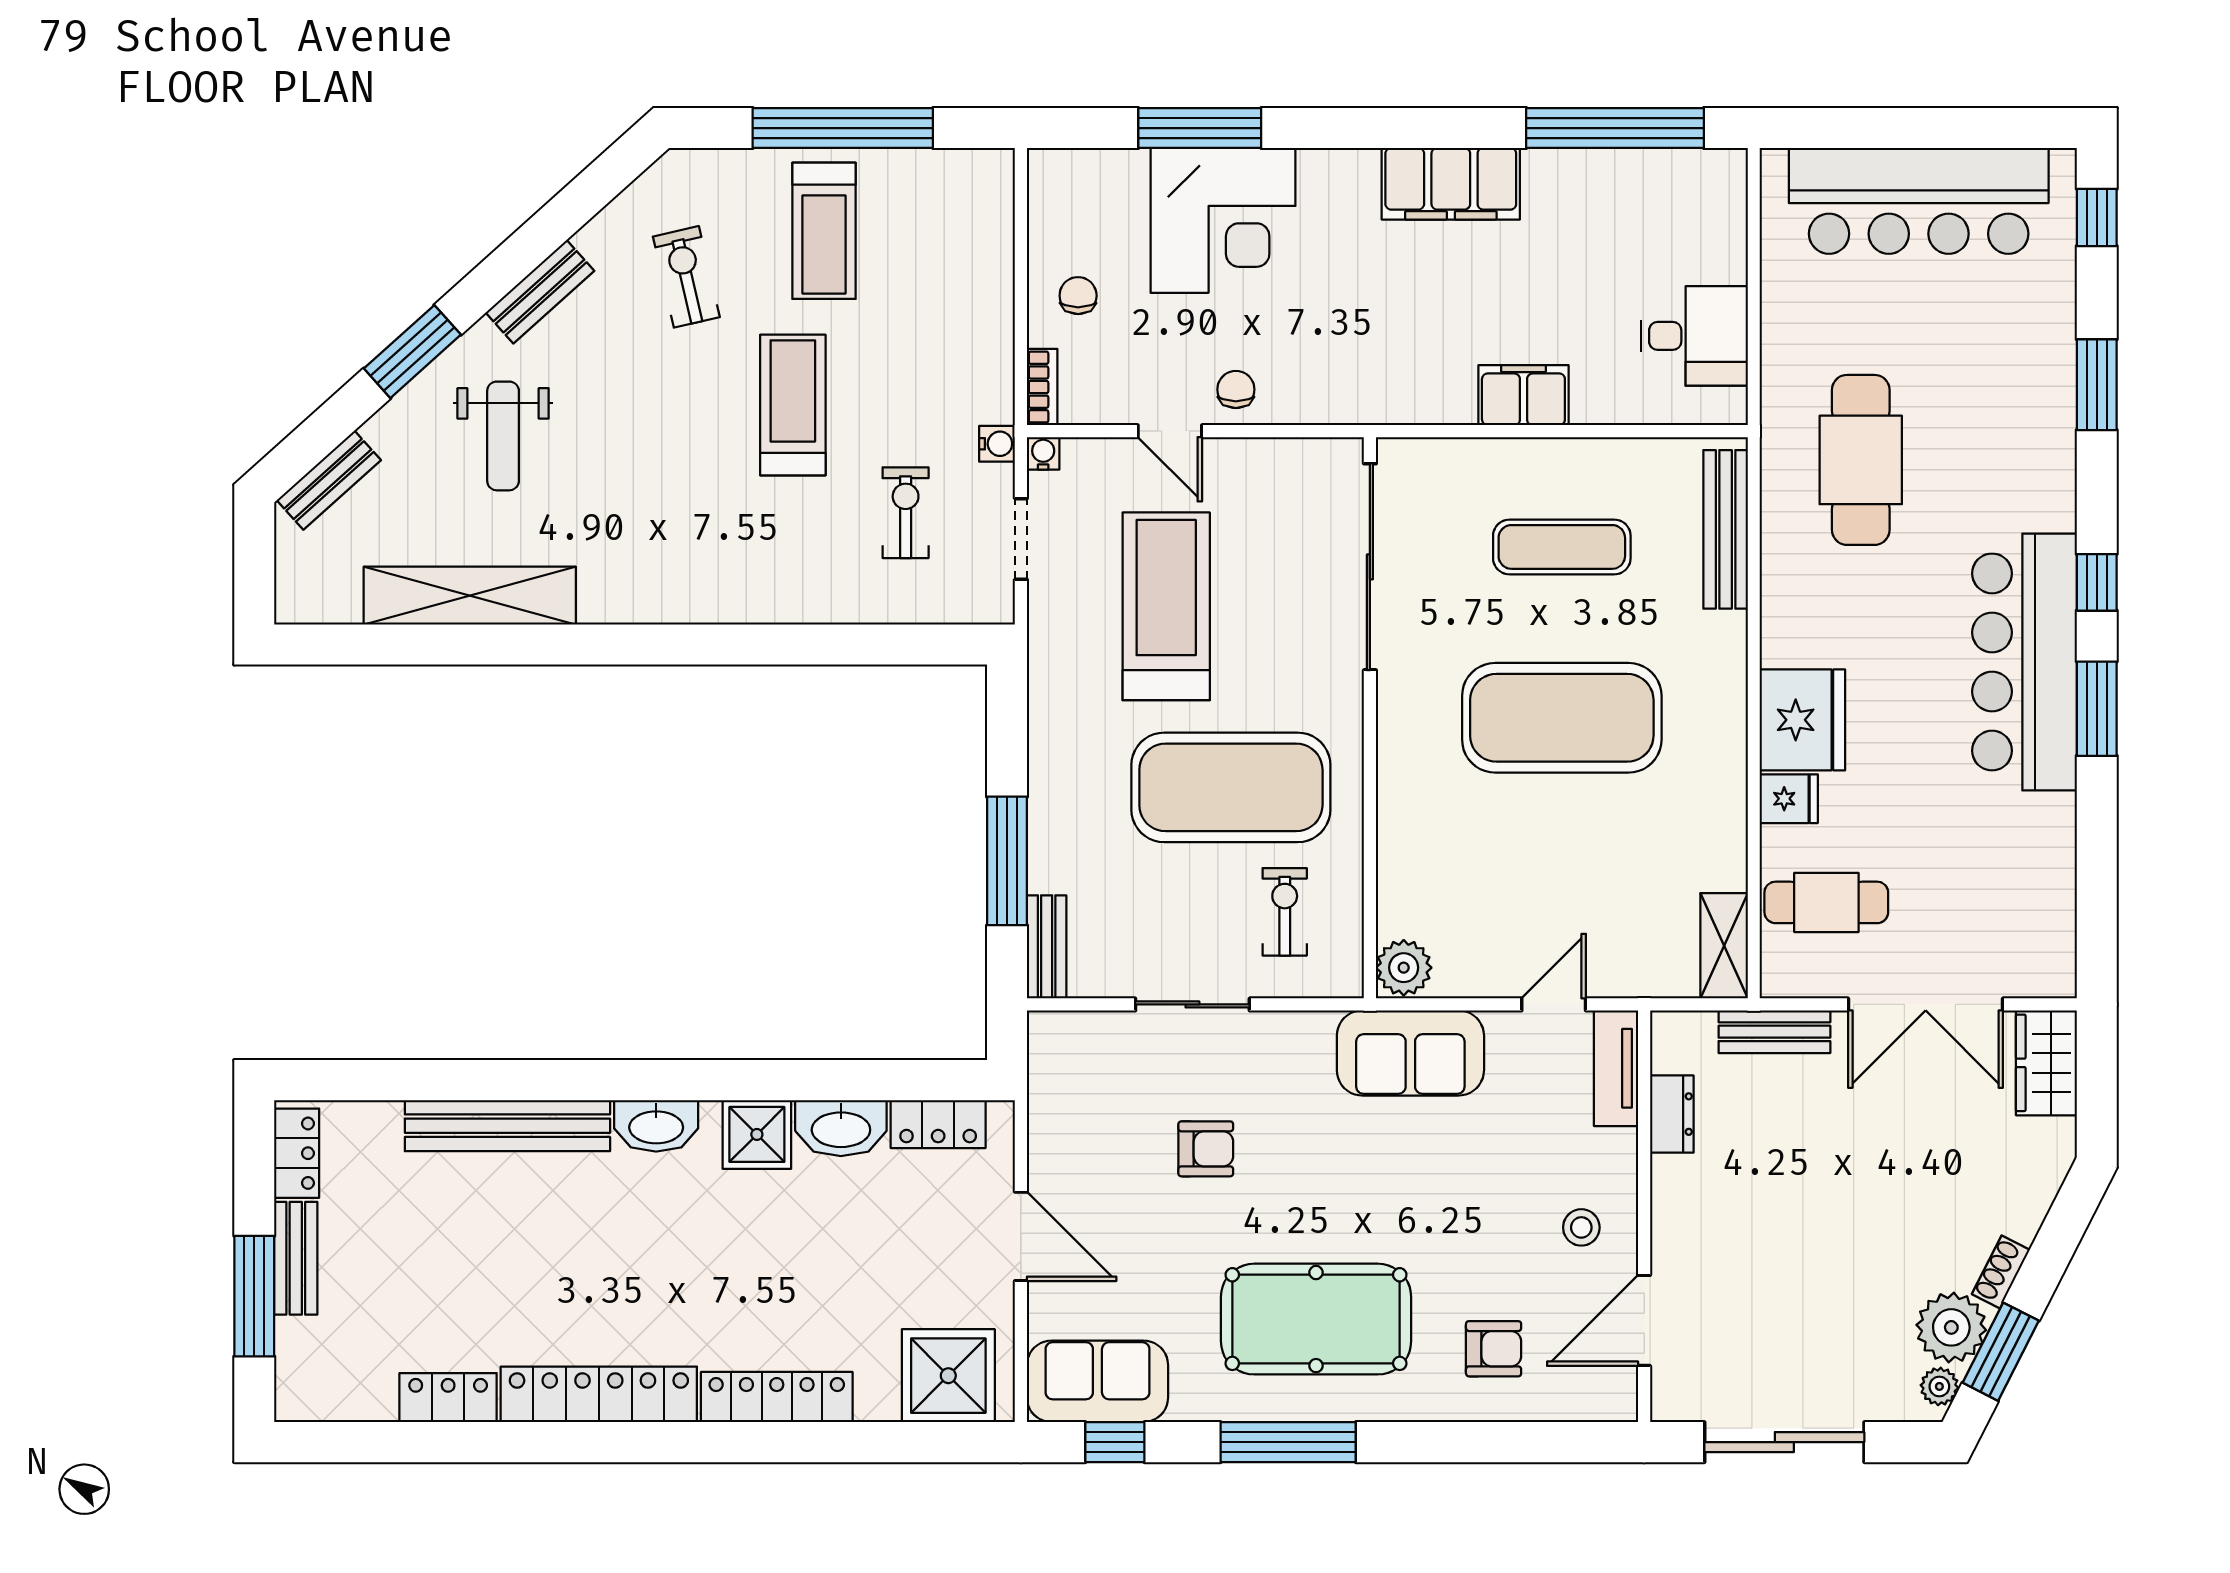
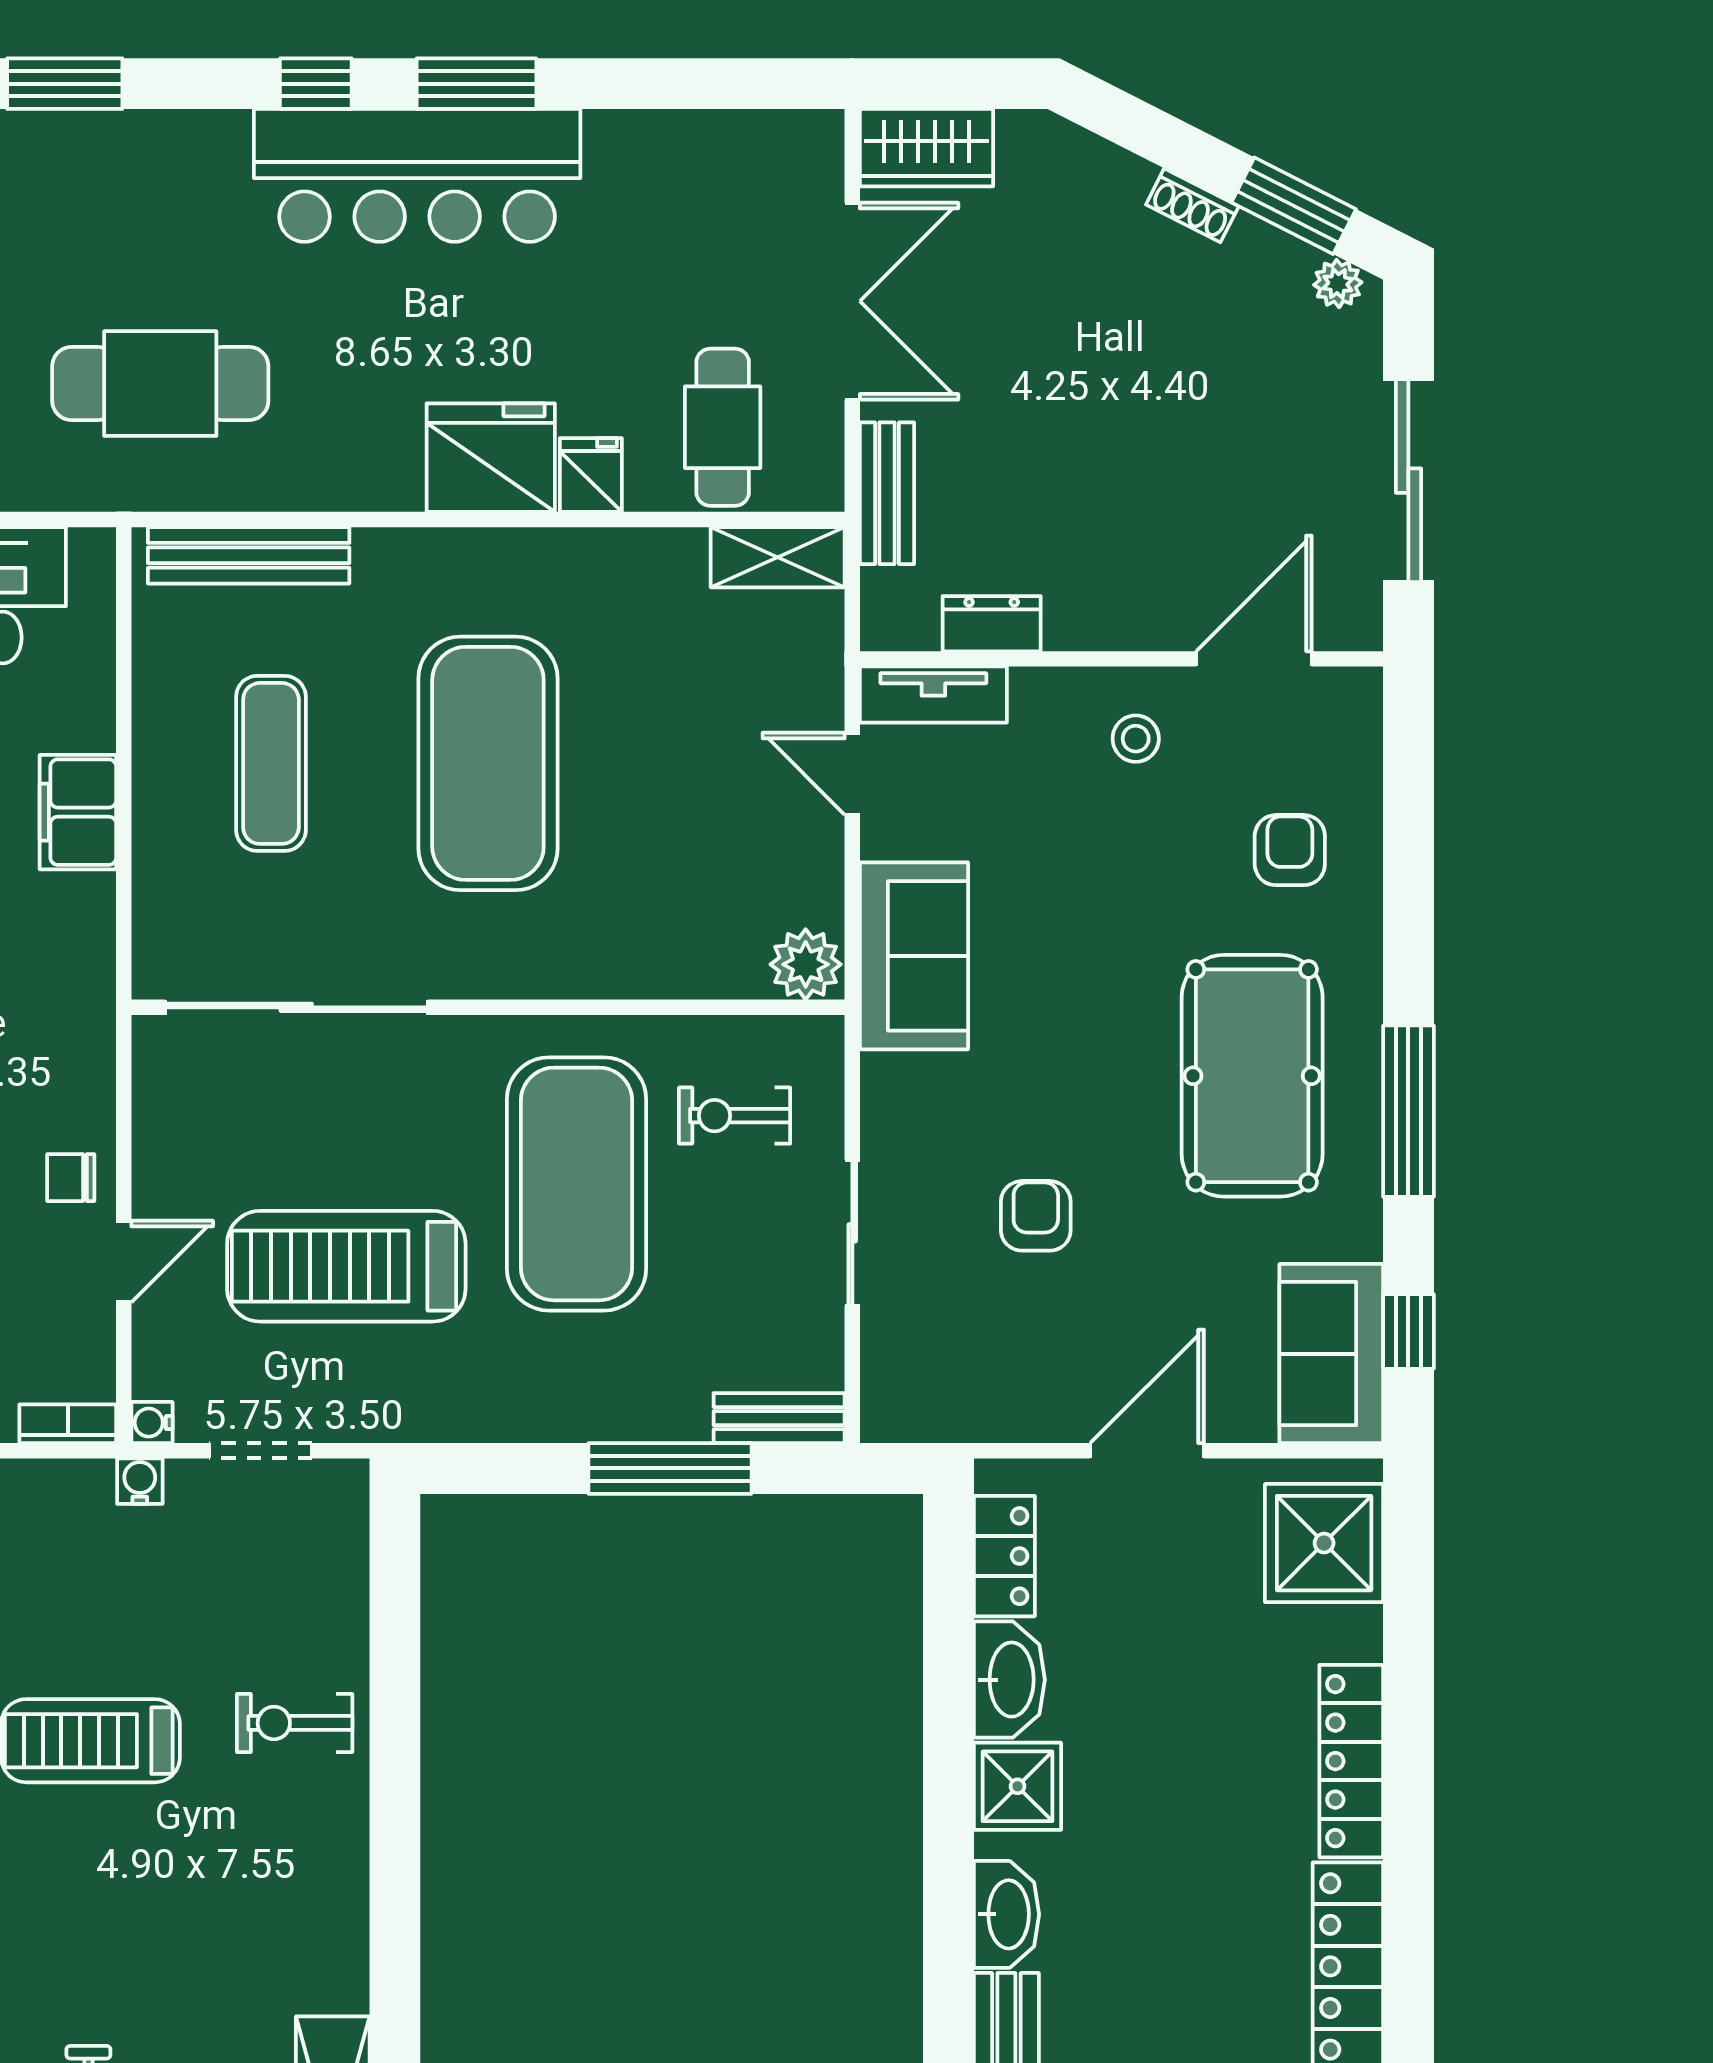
exercise bike: (906, 513) -> (295, 1723), moved
door: (1644, 1320) -> (1254, 659), swing flipped
plant: (1951, 1327) -> (1263, 268), removed

